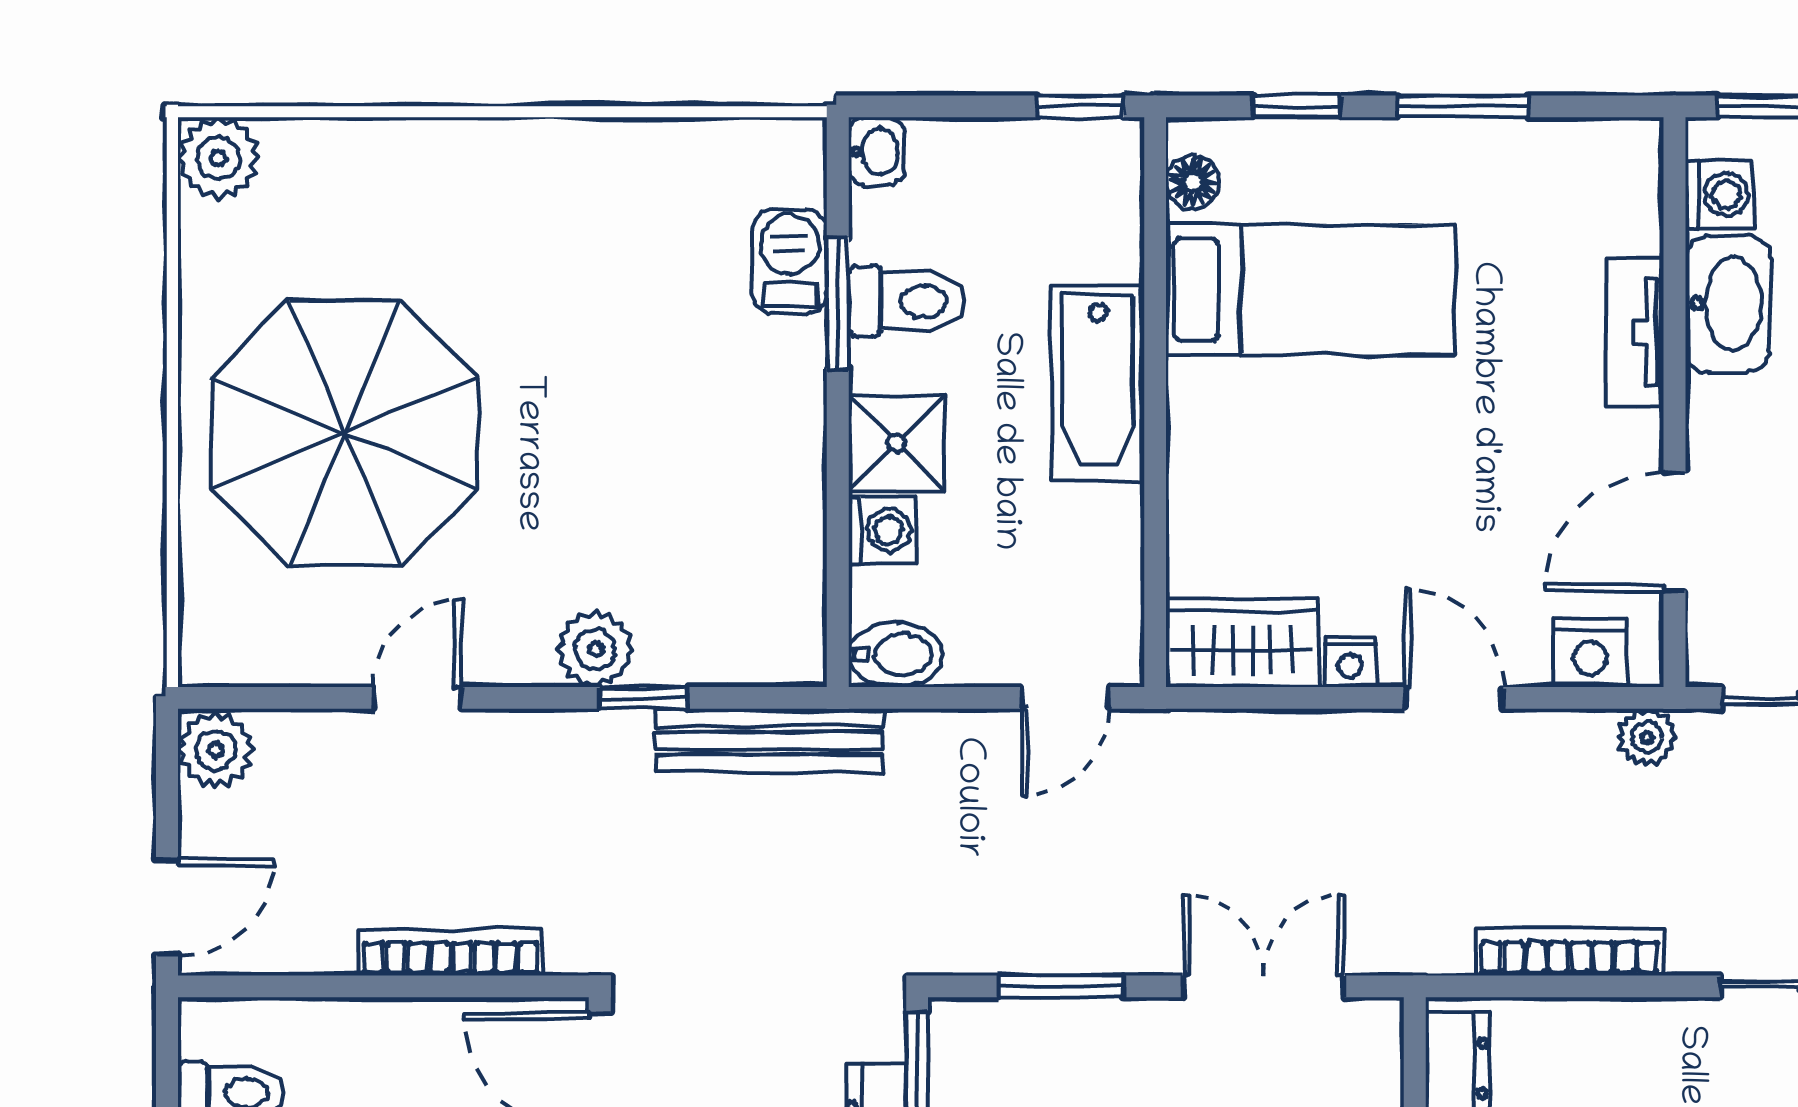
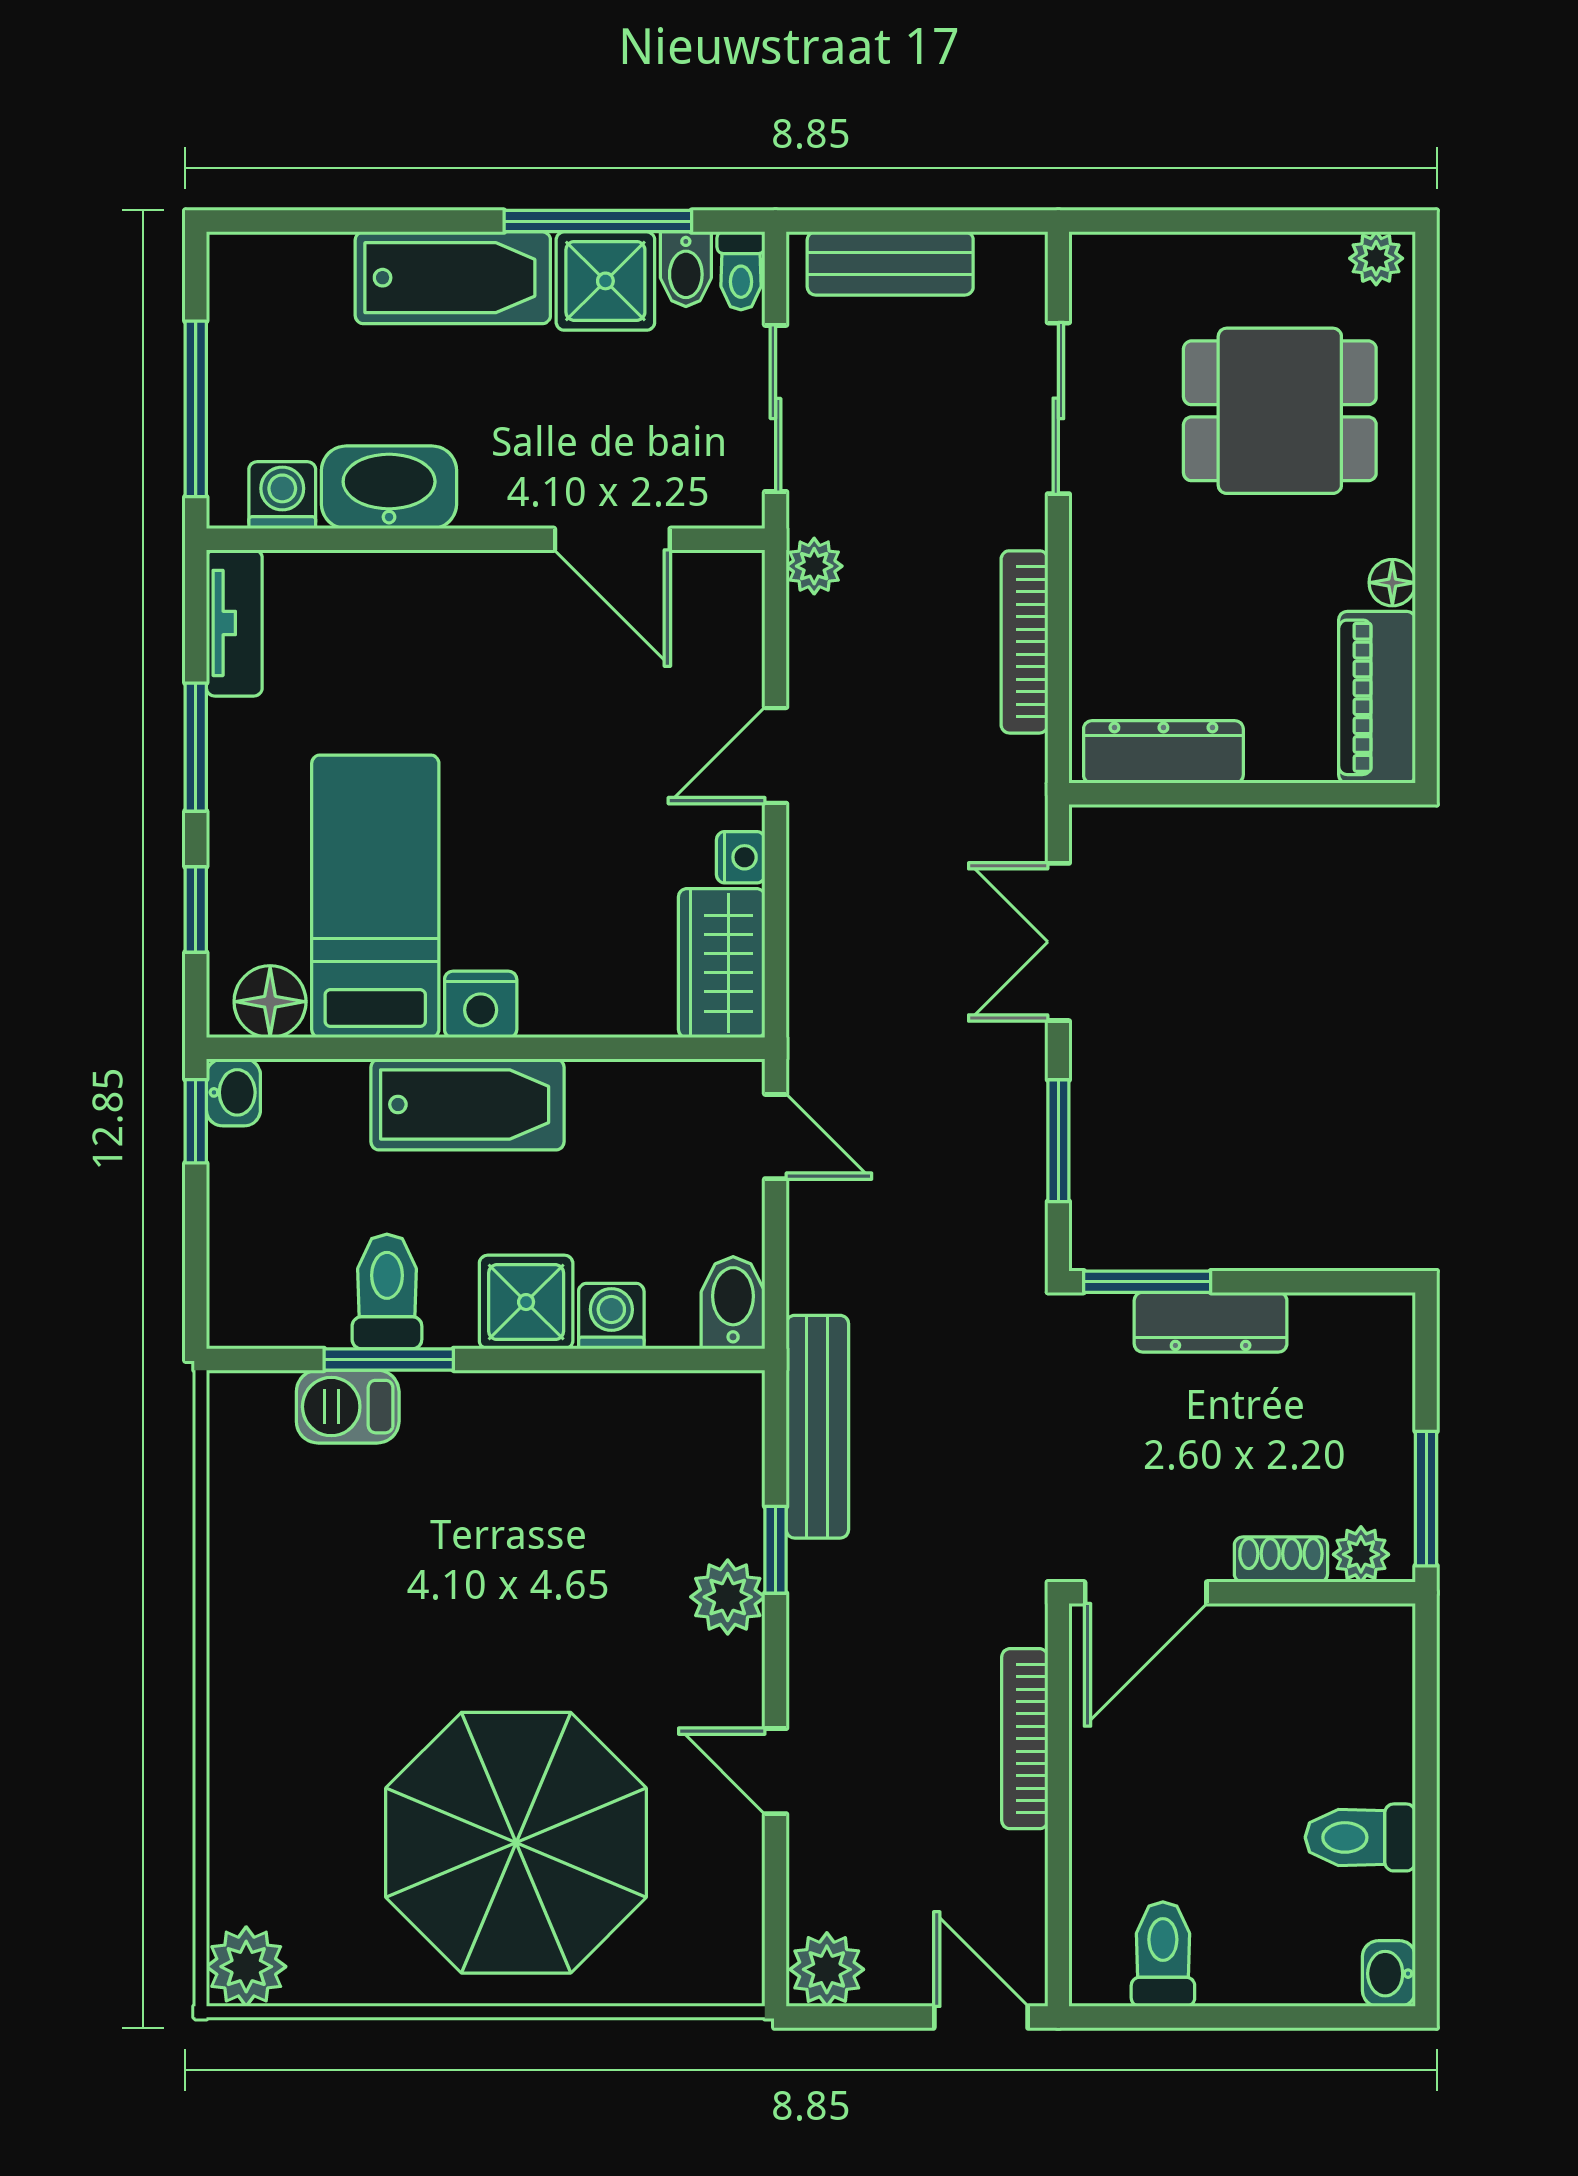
washbasin: (876, 151) -> (233, 1092), moved, turned 90
floor lamp: (1193, 182) -> (270, 1002), width x1.37, depth x1.37
tv unit: (1635, 332) -> (234, 623), moved, turned -90
nightstand: (1590, 653) -> (481, 1004), moved, turned 90

